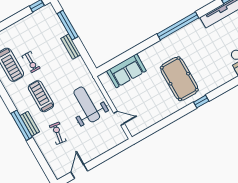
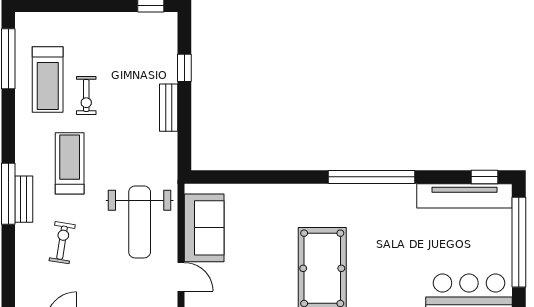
window: (68, 25) -> (184, 68), width x0.46
sofa: (126, 71) -> (204, 228), moved, turned -90
weight bench: (87, 104) -> (140, 222), turned 180

